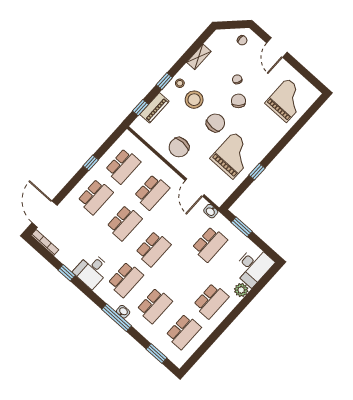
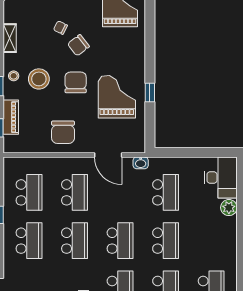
chair: (238, 101) -> (78, 45), turned -84
window: (242, 227) -> (180, 152), removed
school desk: (211, 301) -> (166, 241), moved

